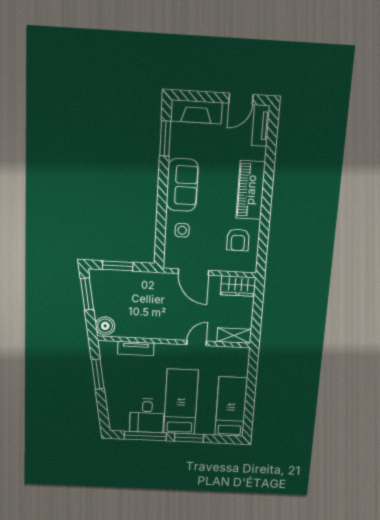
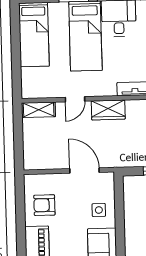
armchair: (238, 240) -> (44, 205), turned -90
wardrobe: (238, 286) -> (108, 110), moved, turned 180

